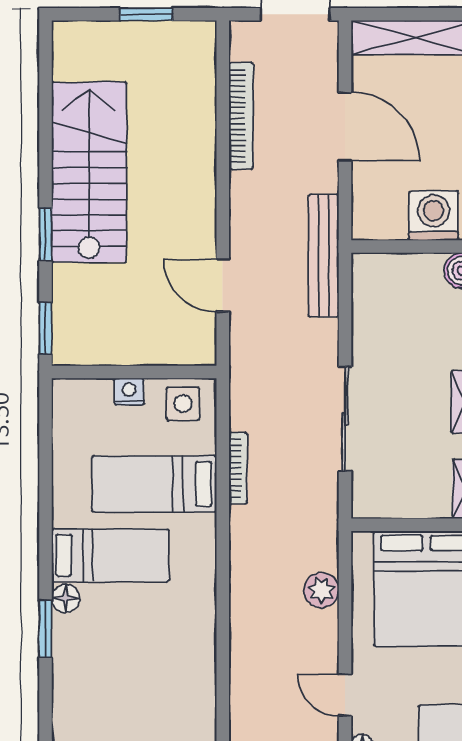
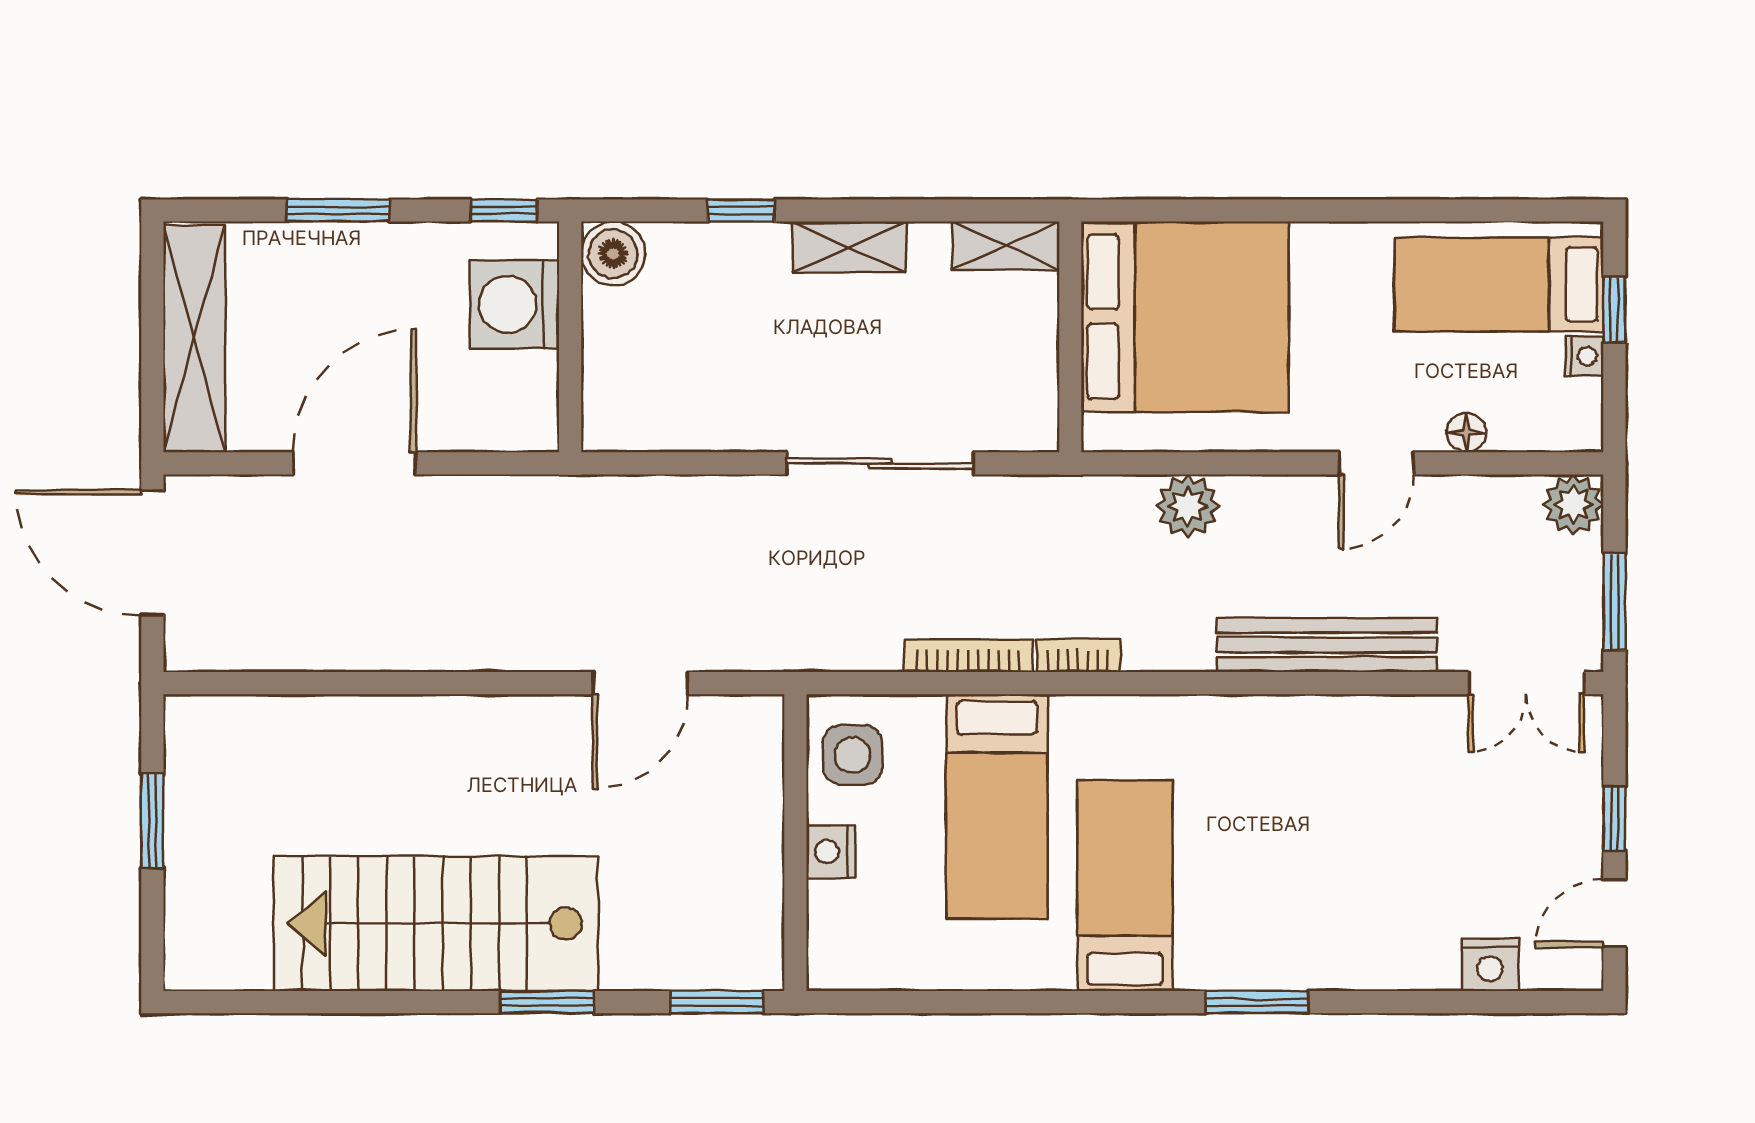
bookcase: (241, 116) -> (1078, 656), moved, width x0.43, depth x0.76
bench: (324, 256) -> (1327, 645), moved
floor lamp: (66, 598) -> (1202, 966), removed

